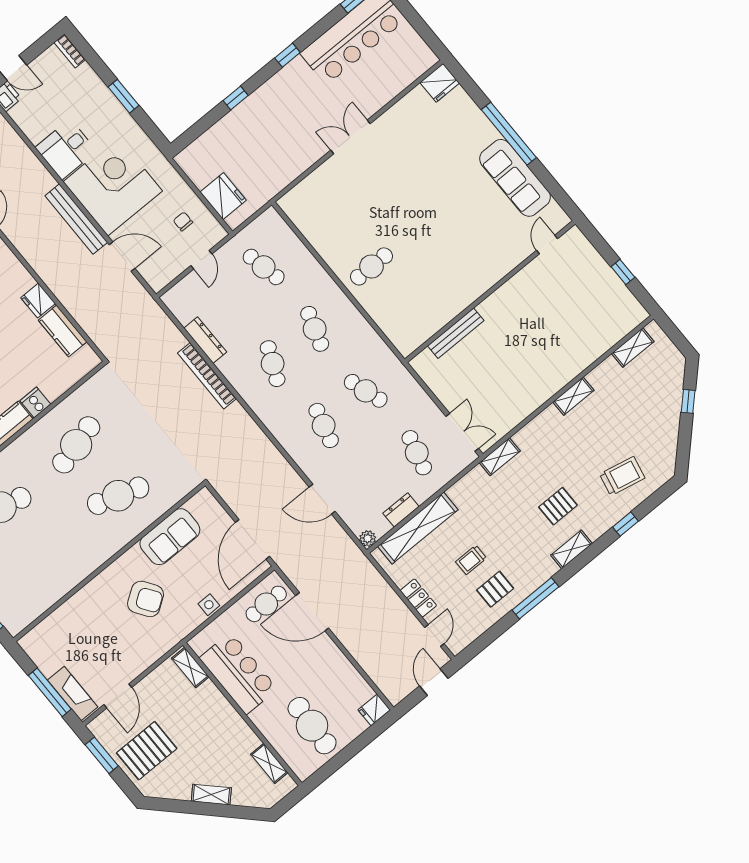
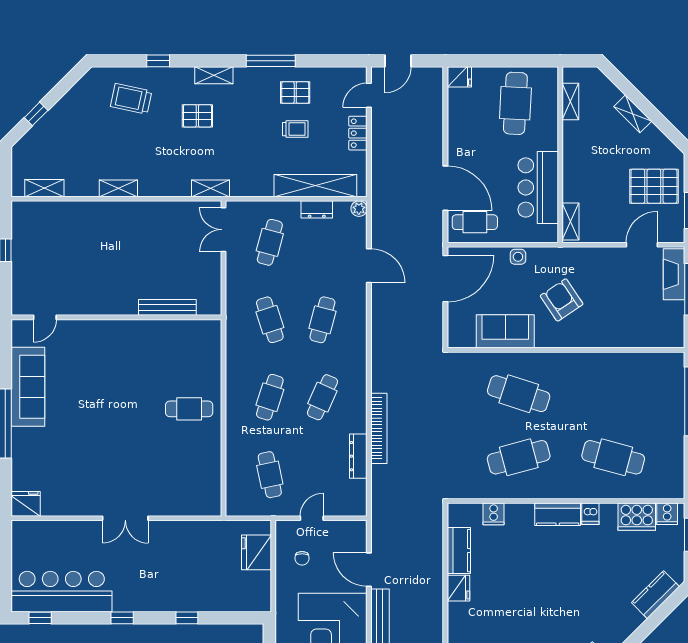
cooker: (35, 402) -> (494, 514), moved

